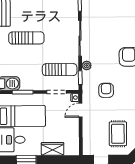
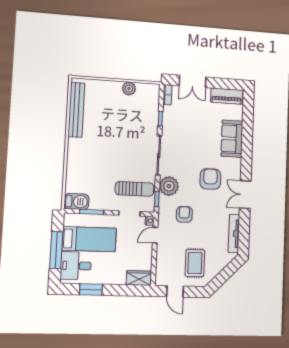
sun lounger: (26, 38) -> (99, 151), removed
plant: (87, 65) -> (169, 186), width x1.87, depth x1.87
wardrobe: (52, 149) -> (139, 278), moved

